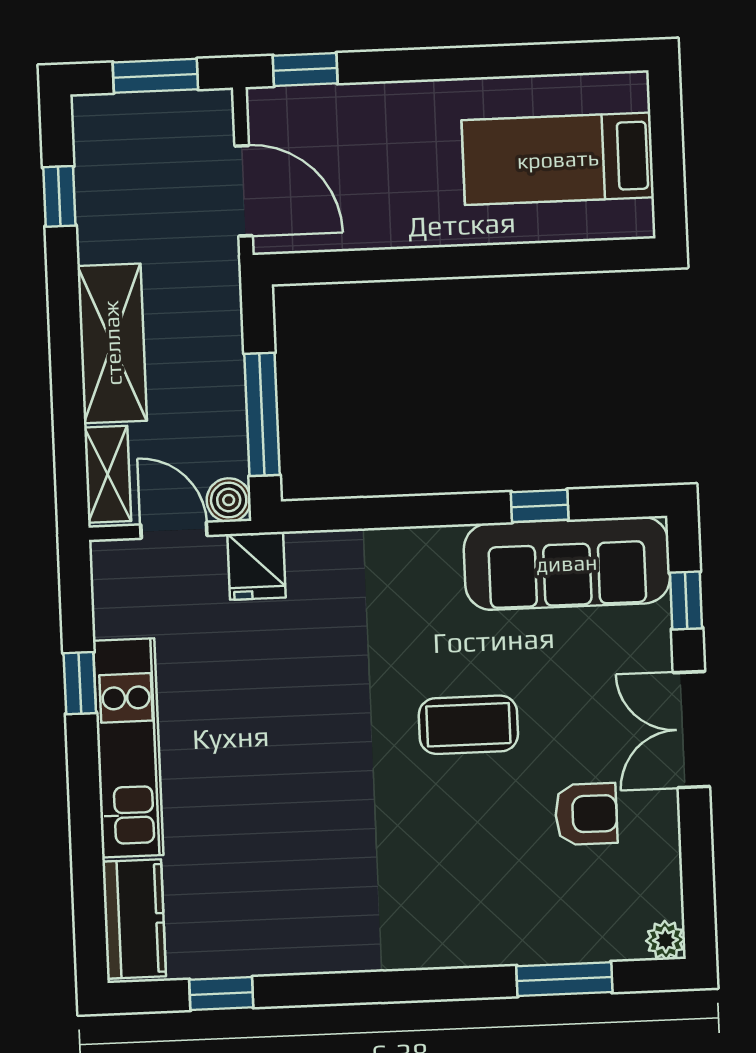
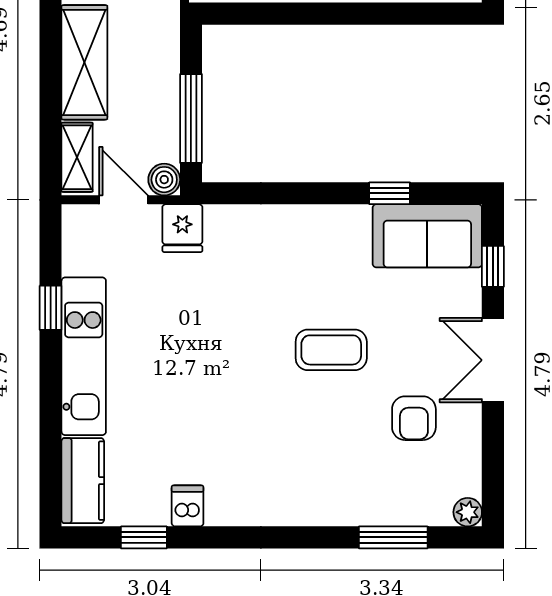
sofa: (567, 563) -> (427, 236), width x0.73
armchair: (586, 814) -> (414, 418), turned 90
dishwasher: (280, 948) -> (188, 506), added

